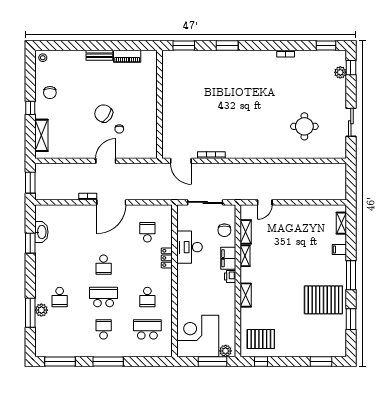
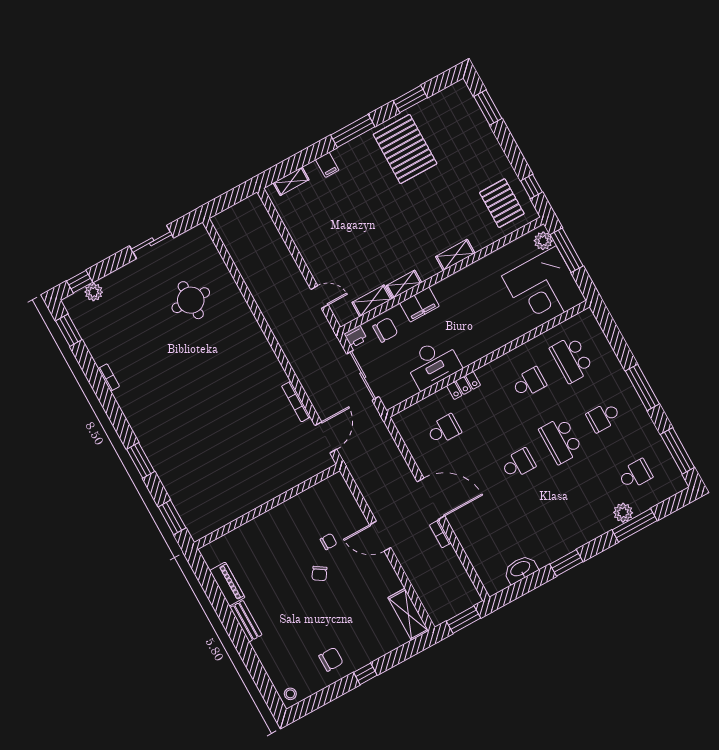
chair: (104, 113) -> (319, 573), width x0.54, depth x0.54
shelving: (41, 135) -> (408, 614), moved, turned 90
school desk: (147, 232) -> (444, 430), turned 180
window: (30, 243) -> (566, 563), moved
printer: (230, 276) -> (356, 337), moved
school desk: (60, 297) -> (635, 474), moved

